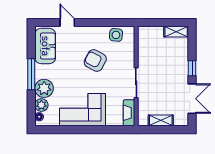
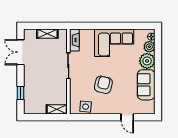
shelving: (176, 32) -> (57, 109), moved
sofa: (45, 46) -> (146, 85), moved
armchair: (95, 61) -> (103, 85), turned -105
window: (192, 68) -> (20, 93), moved
window: (31, 74) -> (158, 73), removed

